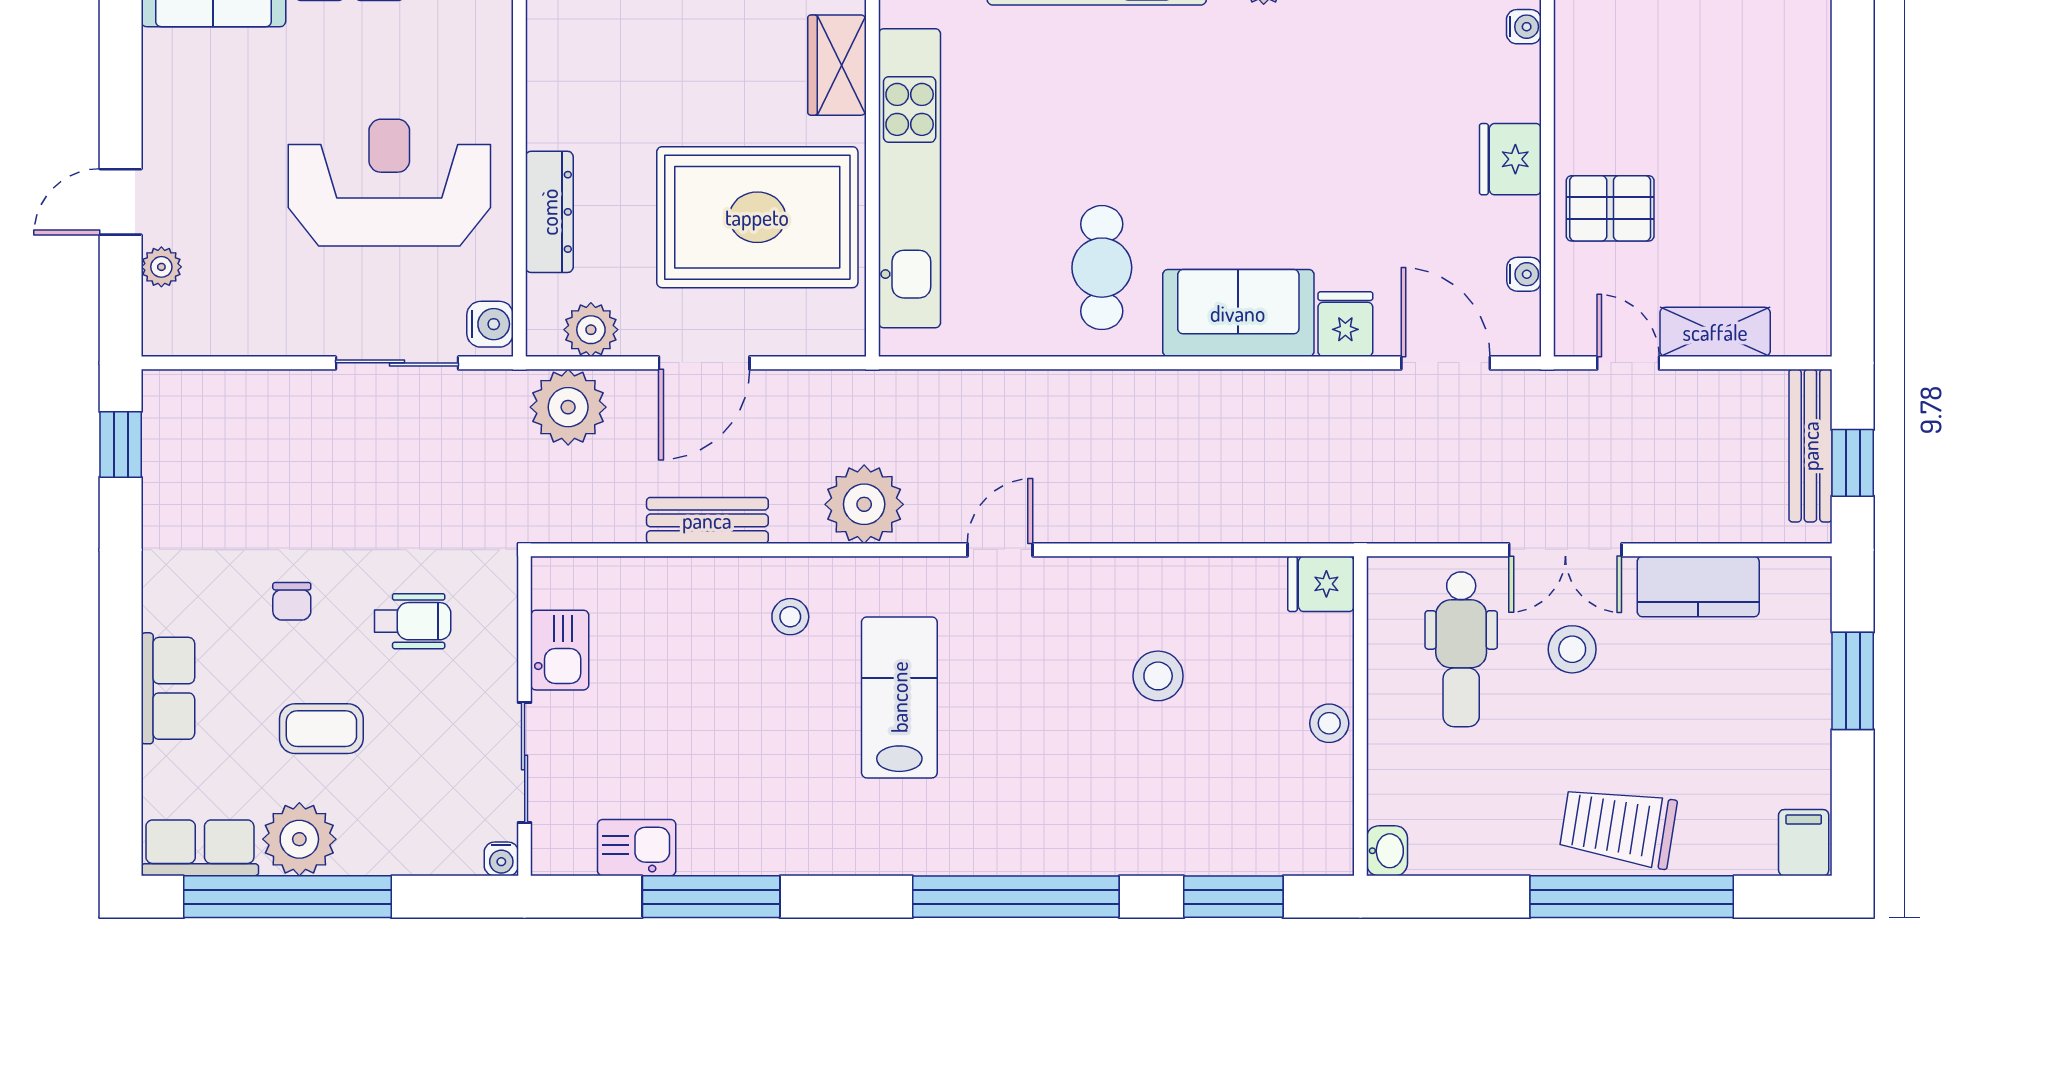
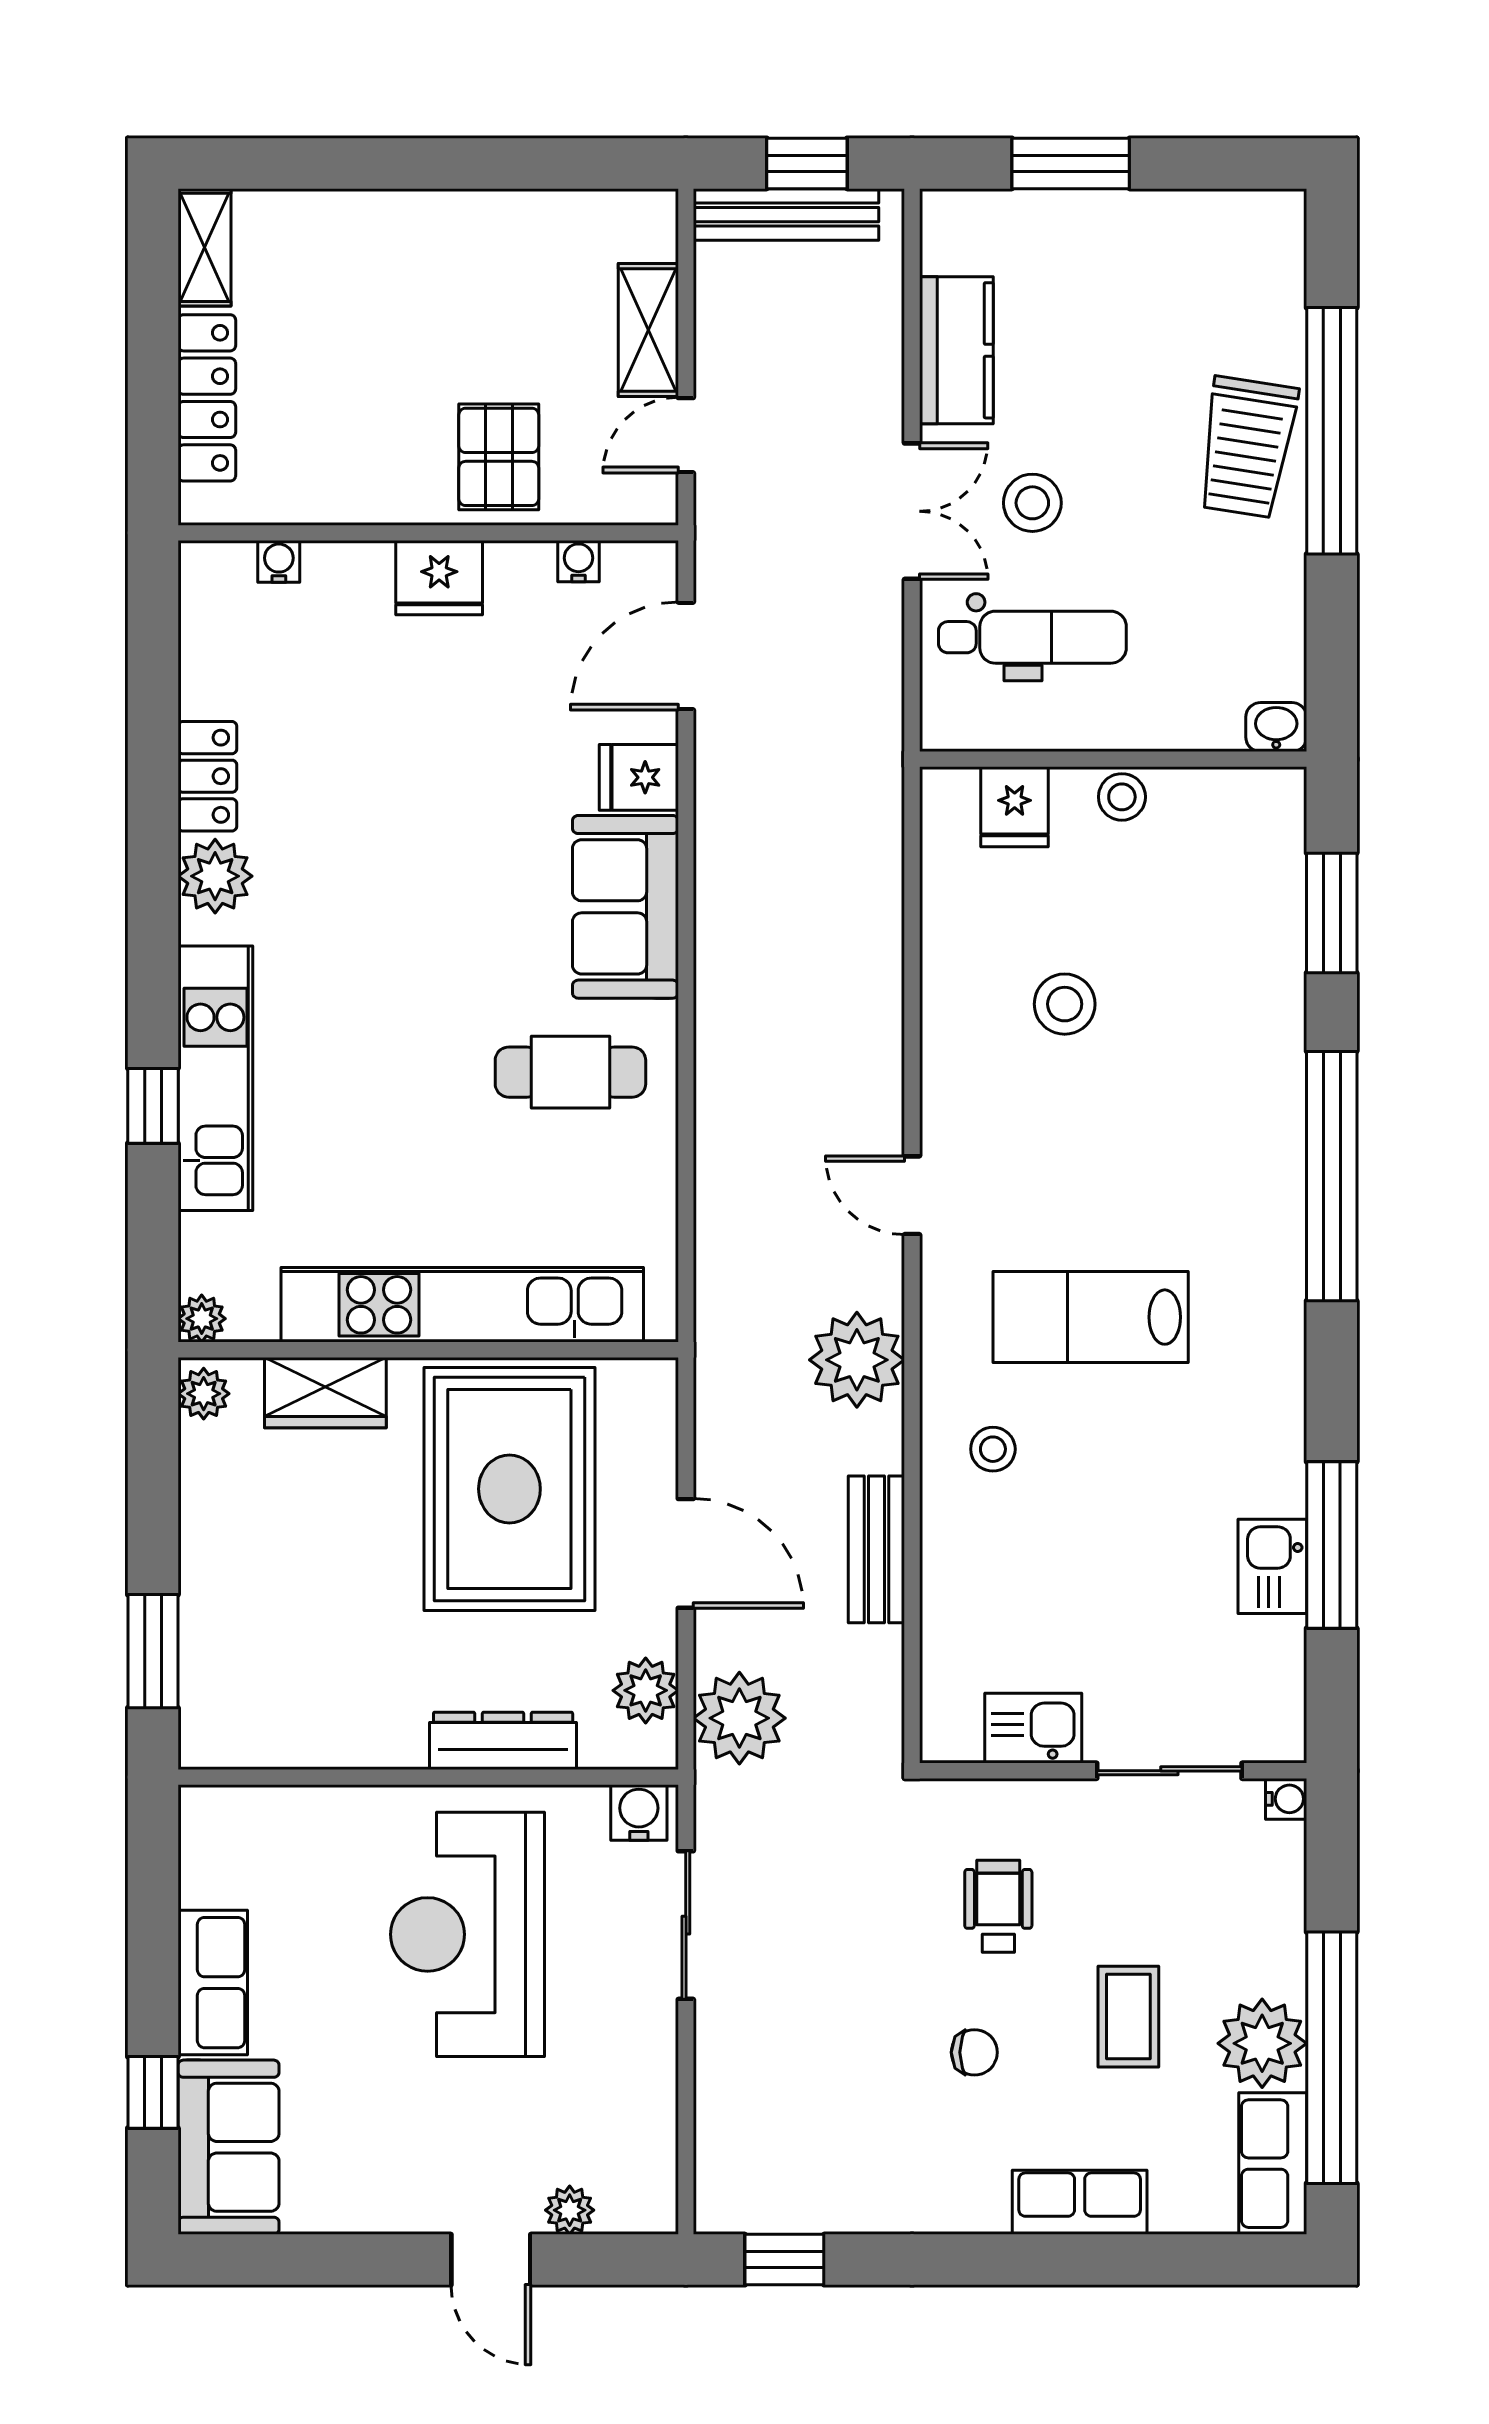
fridge: (1321, 584) -> (1015, 807), moved
filing cabinet: (1804, 843) -> (1266, 223), removed
kitchen sink: (637, 848) -> (1272, 1566), moved

